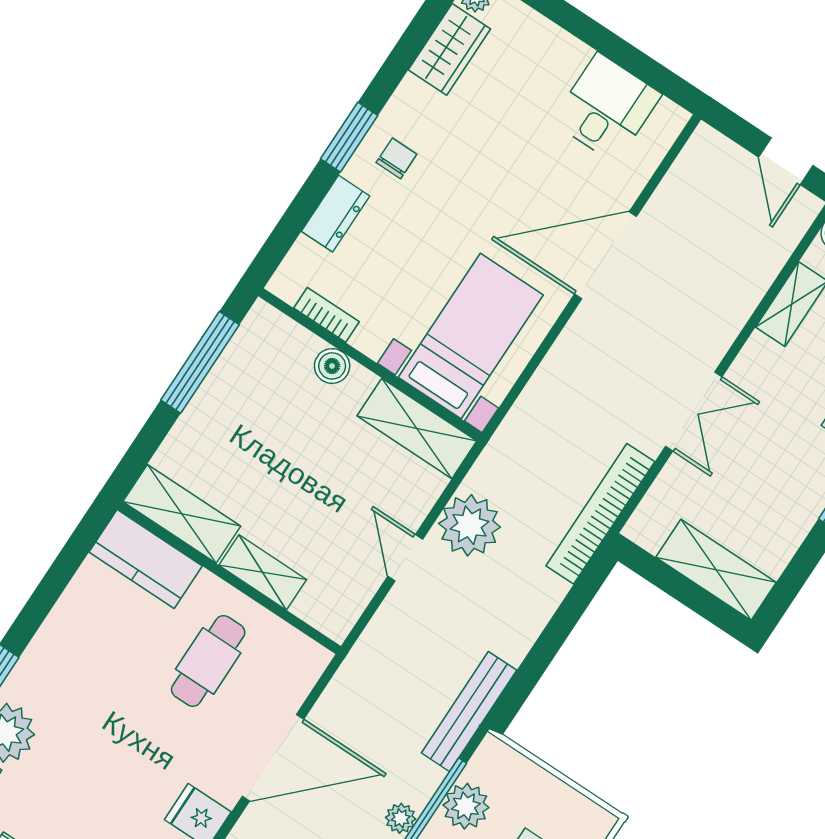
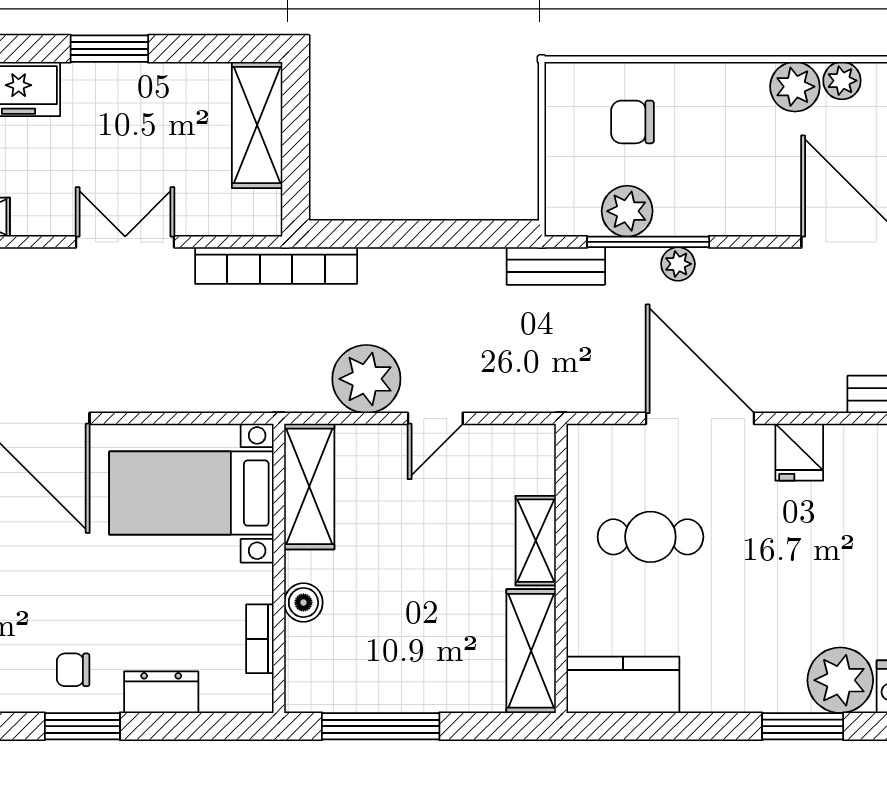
kitchen counter: (146, 559) -> (623, 685), moved, turned -90
bench: (469, 711) -> (556, 266), width x0.73

